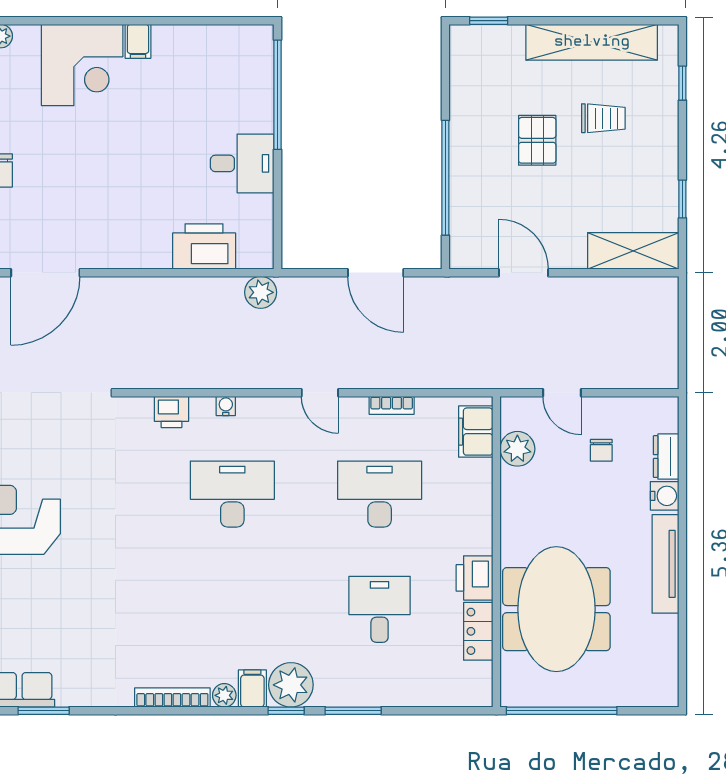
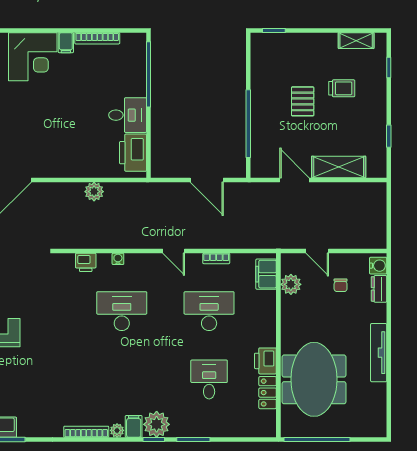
bookcase: (191, 34) -> (97, 38), added
shelving: (592, 42) -> (356, 41), width x0.45, depth x0.75
printer: (204, 246) -> (133, 153), moved, turned -90
shelving: (633, 251) -> (339, 167), moved
plant: (261, 292) -> (94, 192), moved
water cooler: (665, 496) -> (378, 266), moved

